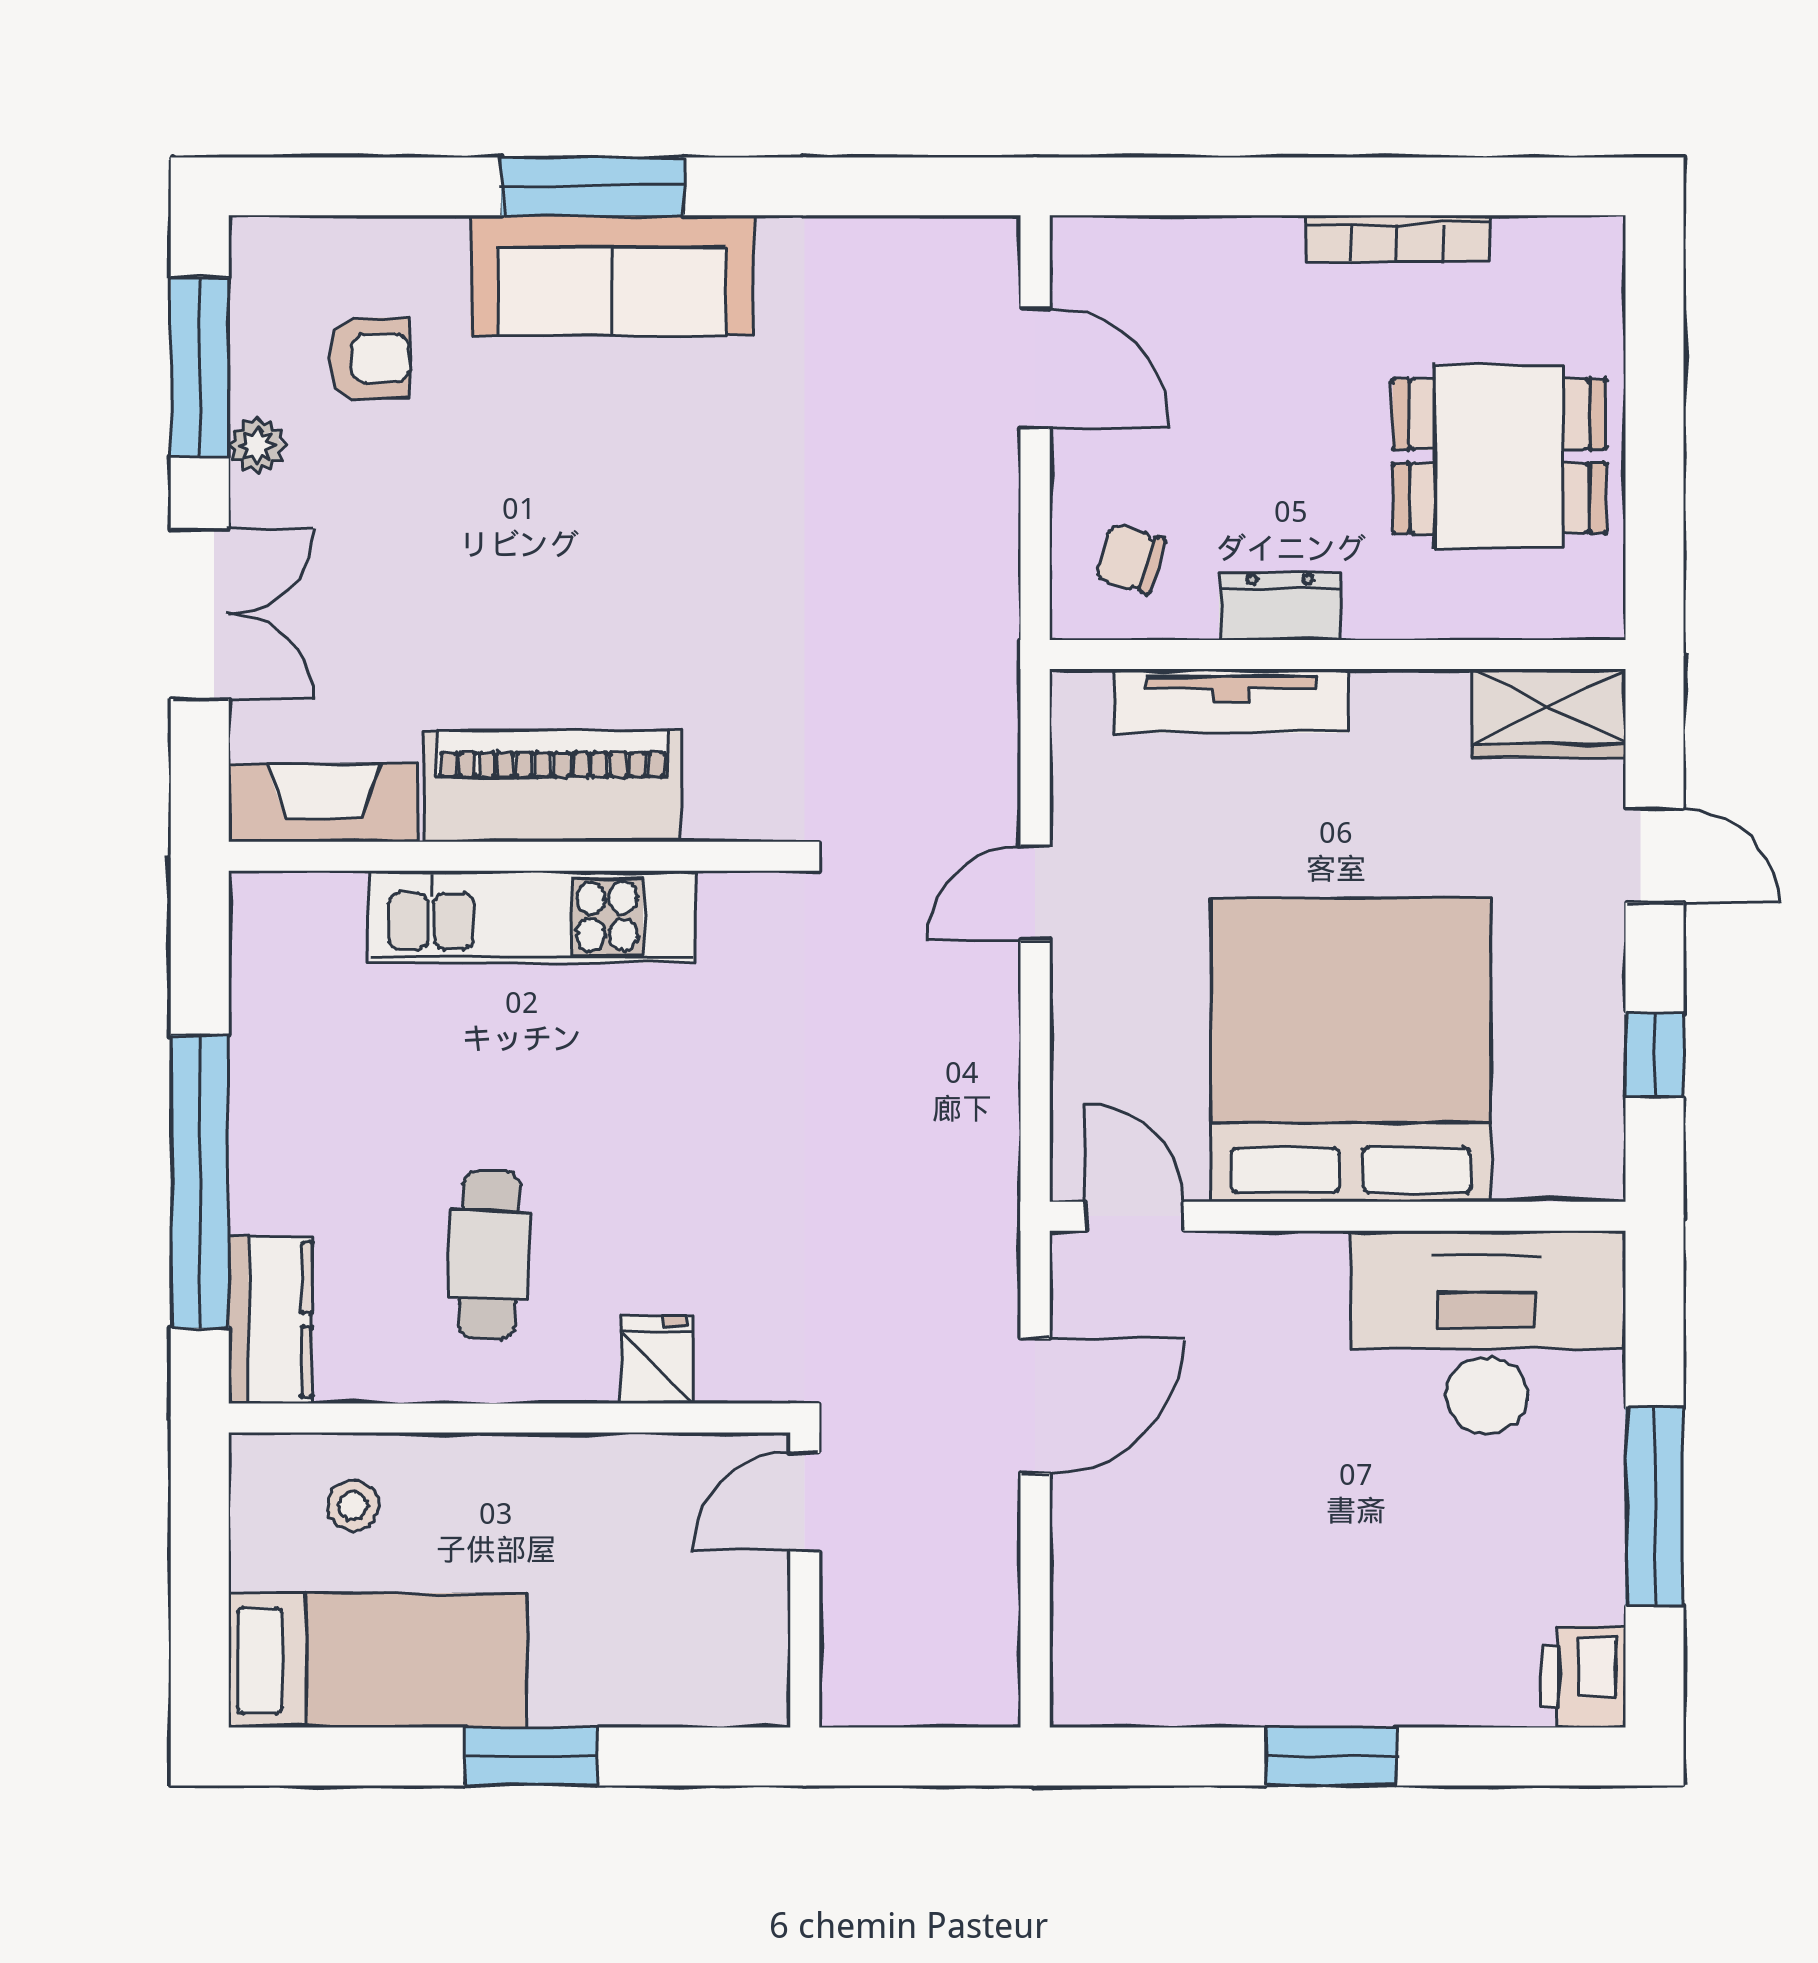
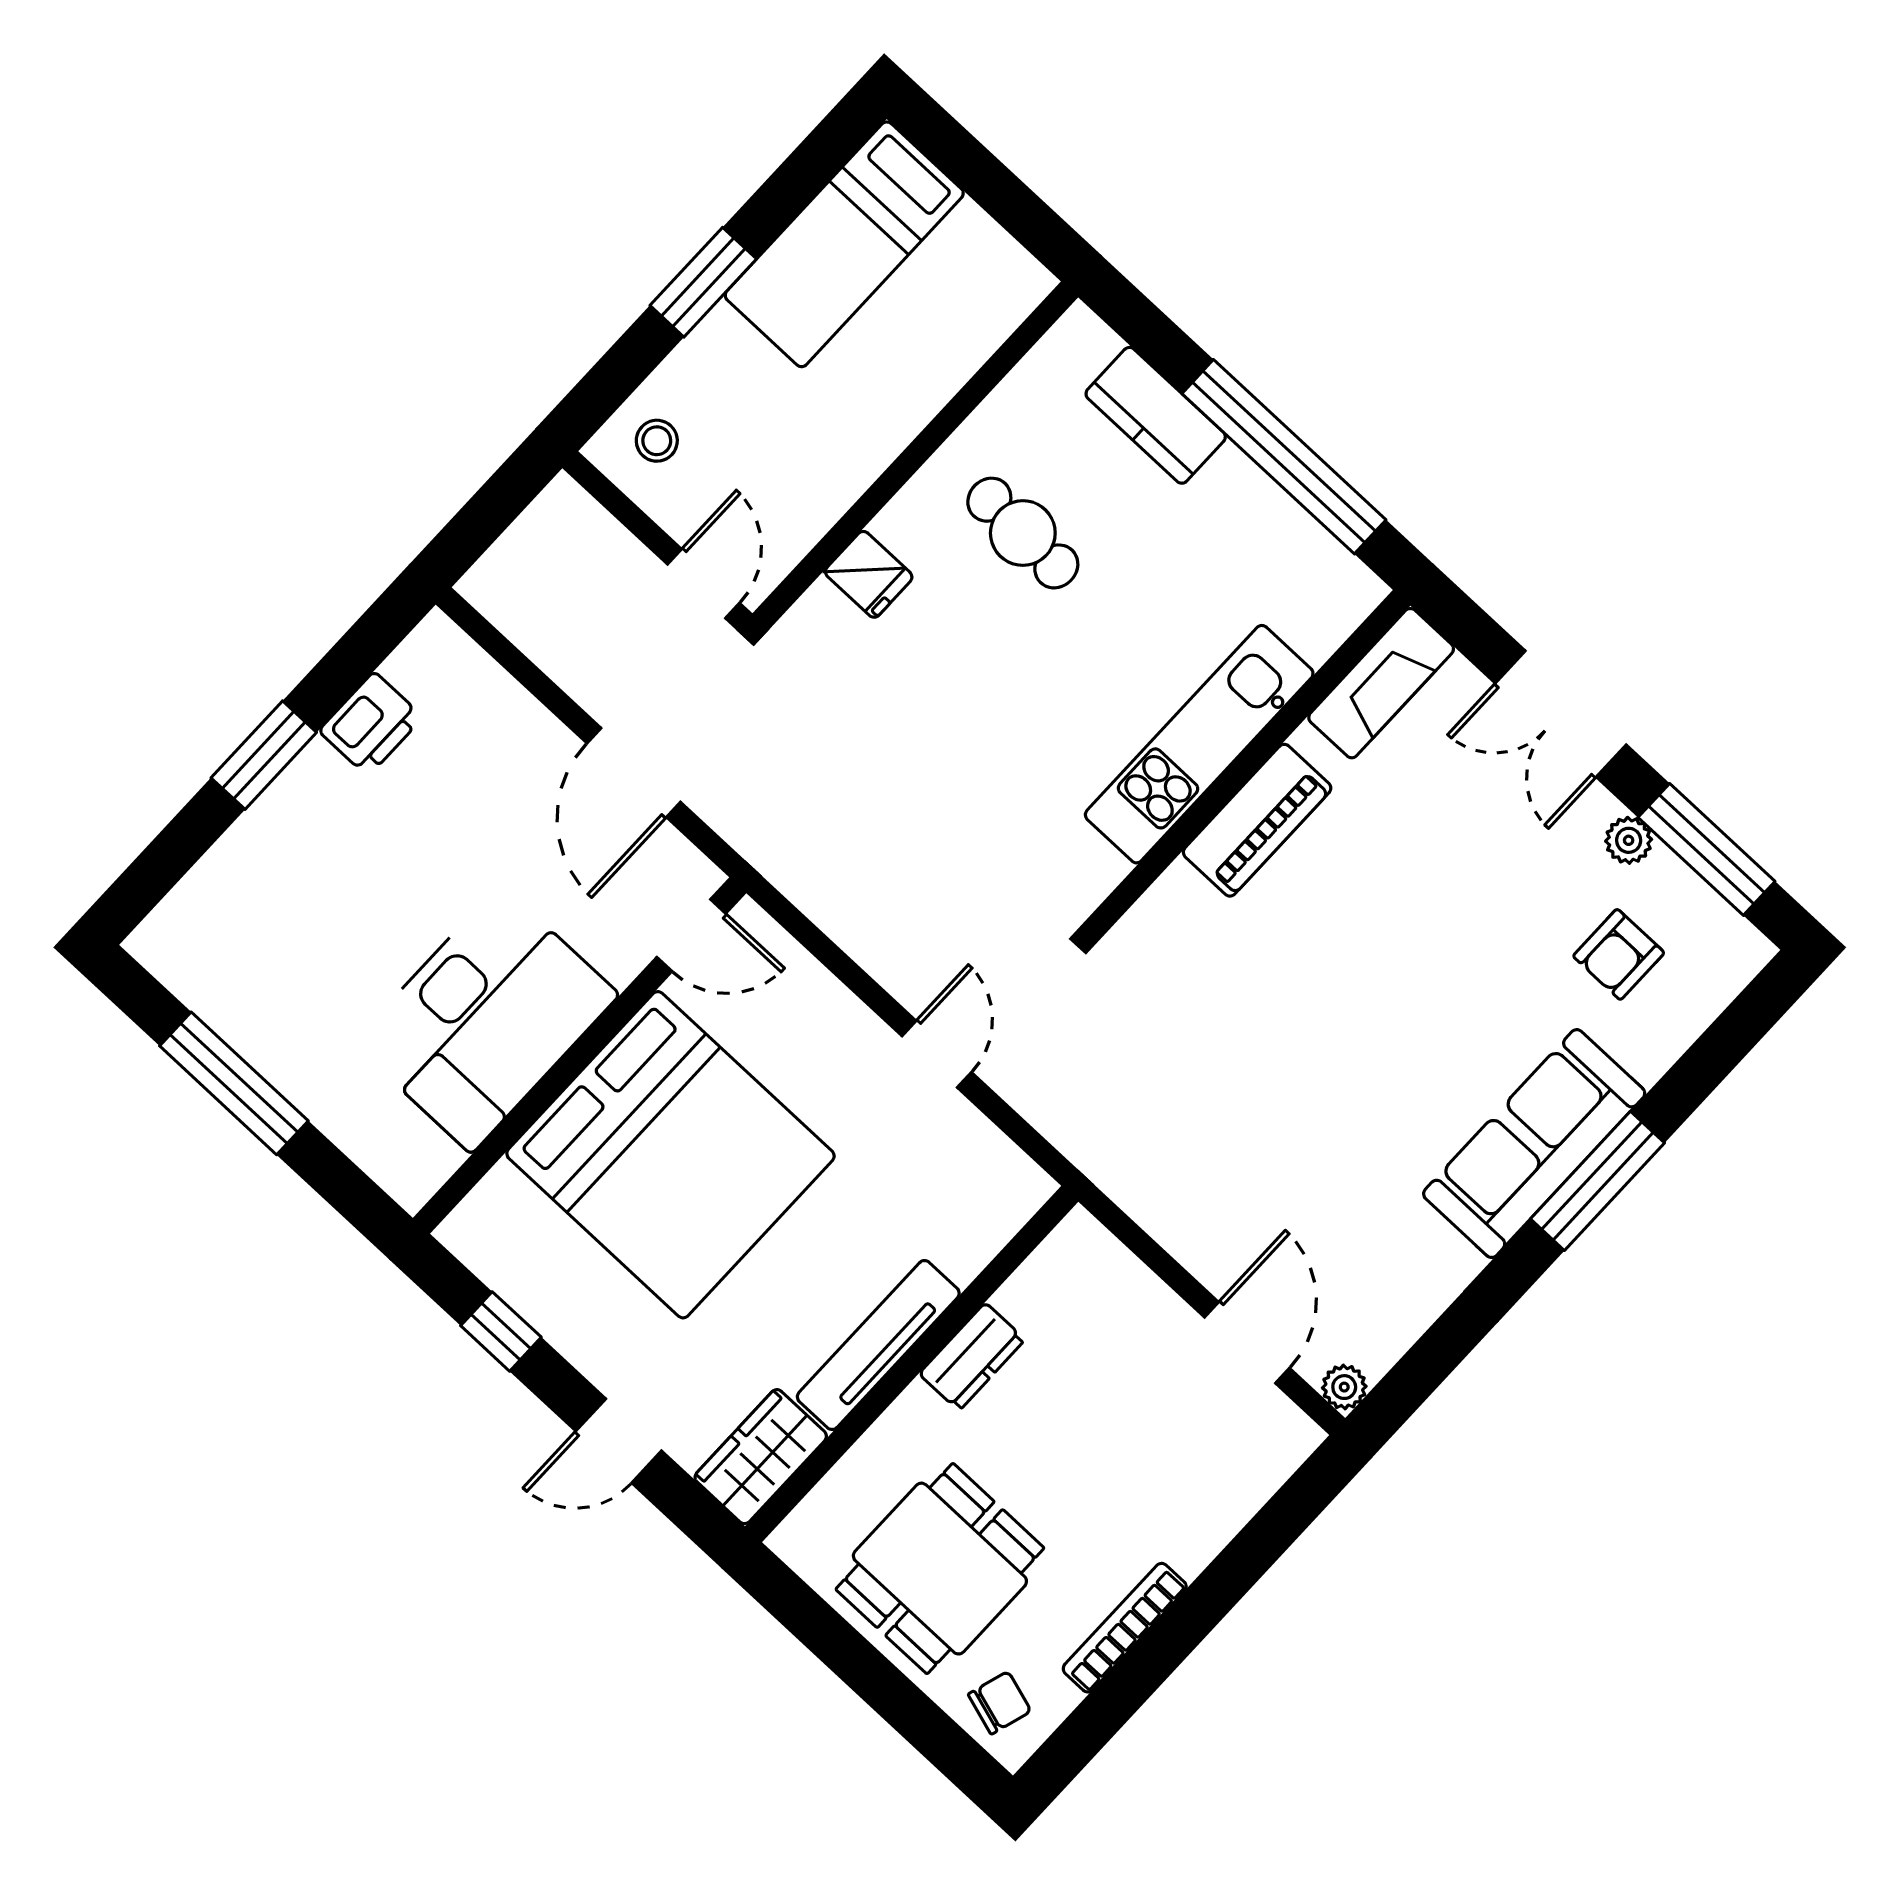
plant: (994, 242) -> (1344, 1387), added
door: (1035, 368) -> (1247, 1343), swing flipped
chair: (1131, 559) -> (1000, 1703), moved
tv unit: (1231, 701) -> (878, 1345), moved
piano: (552, 786) -> (1257, 820), width x0.73, depth x0.75
window: (200, 1182) -> (1284, 457), moved
kitchen counter: (270, 1320) -> (1156, 415), moved
desk: (1487, 1332) -> (486, 1019), moved
stool: (353, 1506) -> (657, 441), moved
printer: (1584, 1677) -> (371, 724), moved, turned 90

